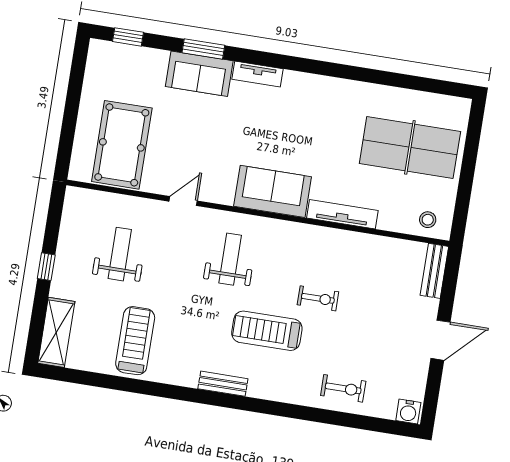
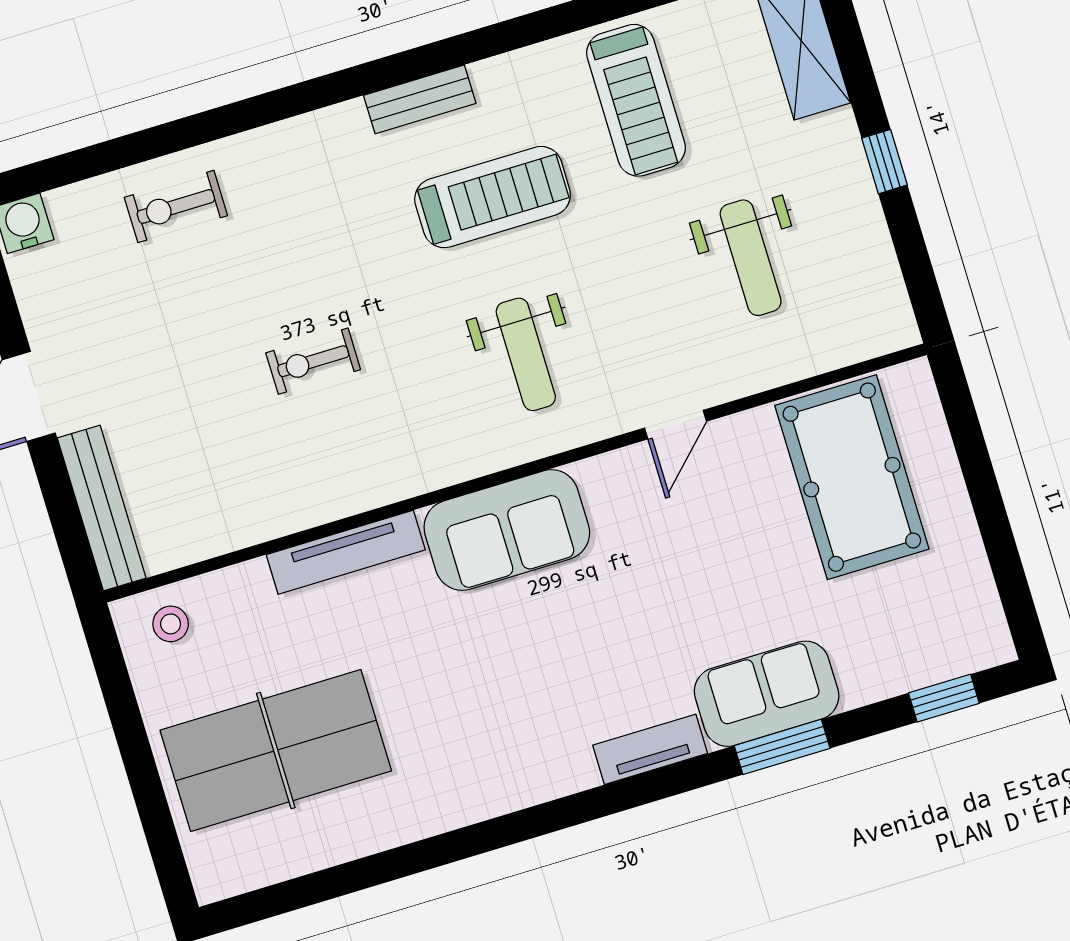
bench: (434, 271) -> (102, 508), width x1.36
treadmill: (267, 331) -> (493, 197), moved

